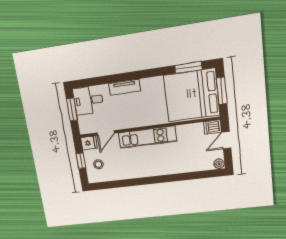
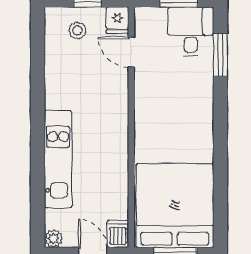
window: (188, 67) -> (220, 55), moved
tv unit: (125, 87) -> (204, 97), removed
kitchen unit: (147, 137) -> (58, 159), moved, turned 180

